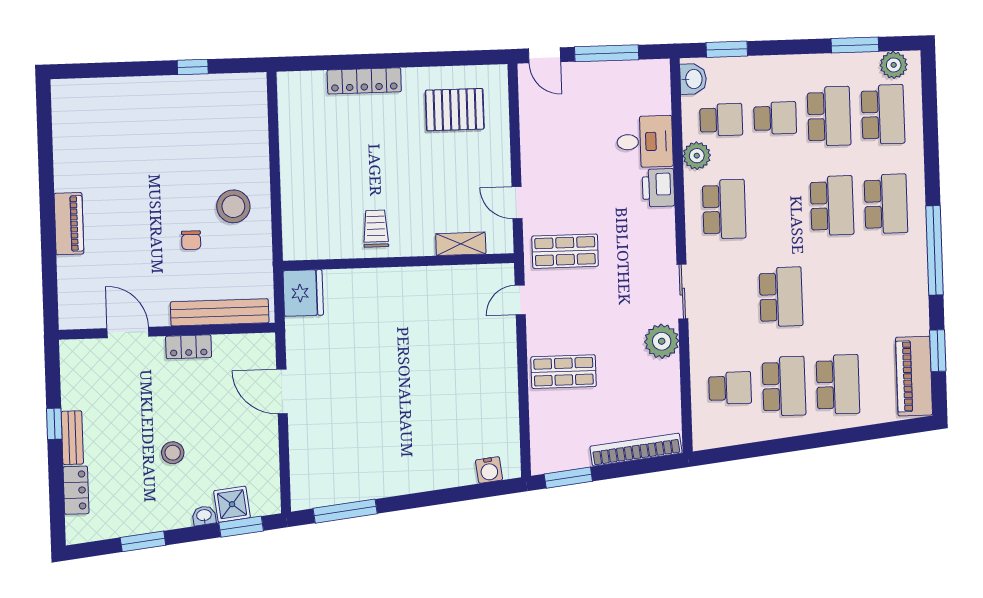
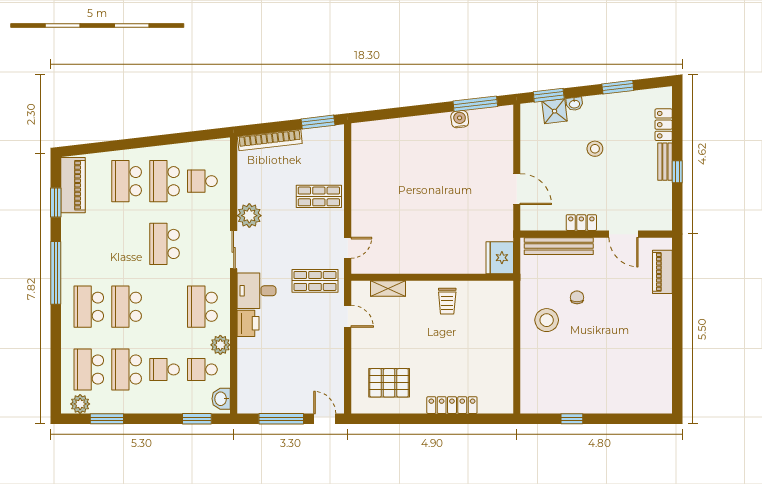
desk: (645, 142) -> (256, 291), moved
piano: (69, 224) -> (662, 272), moved
water cooler: (489, 470) -> (460, 119), moved

